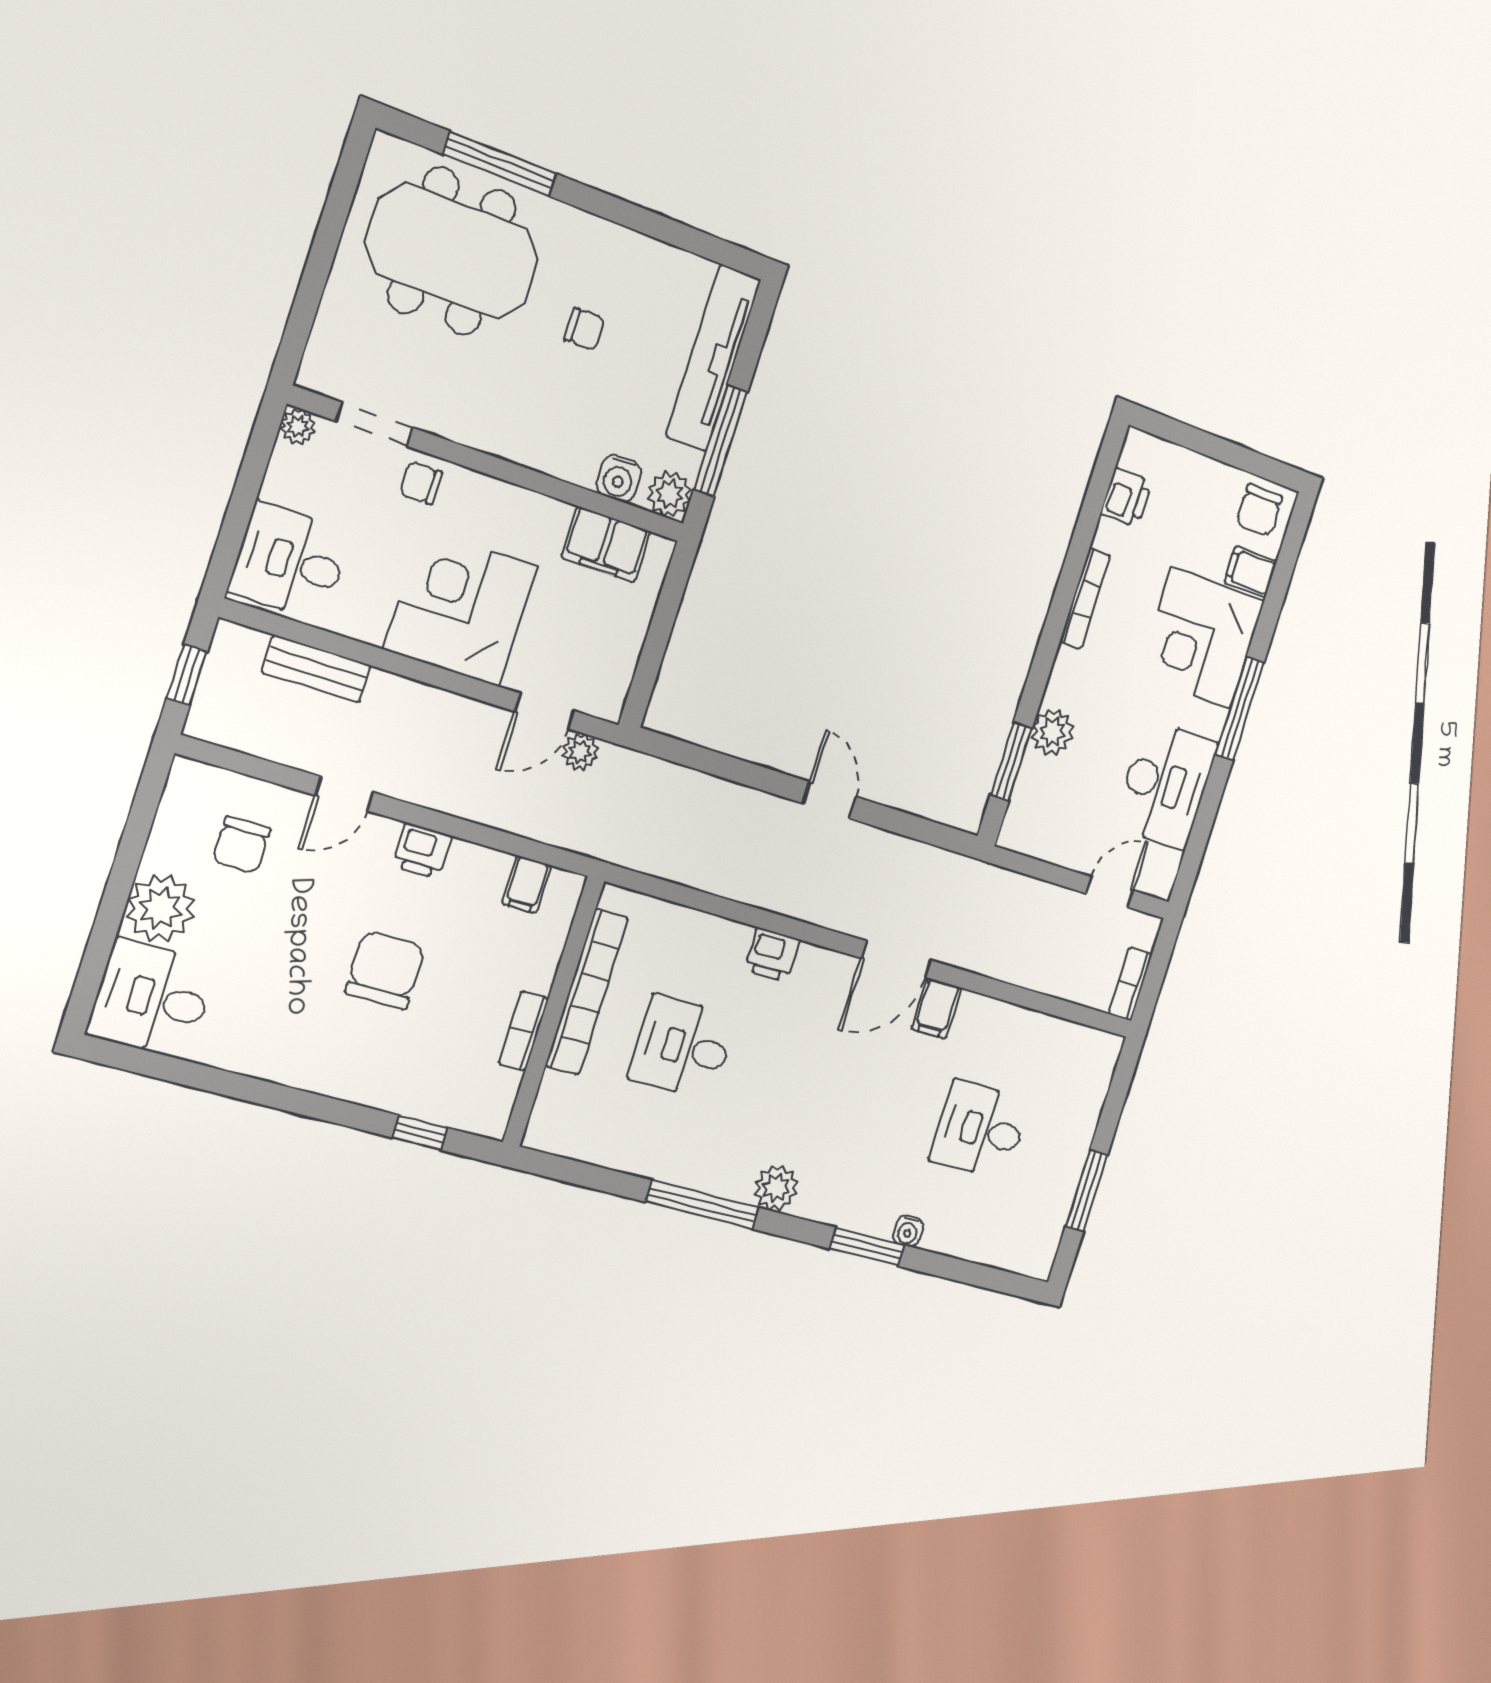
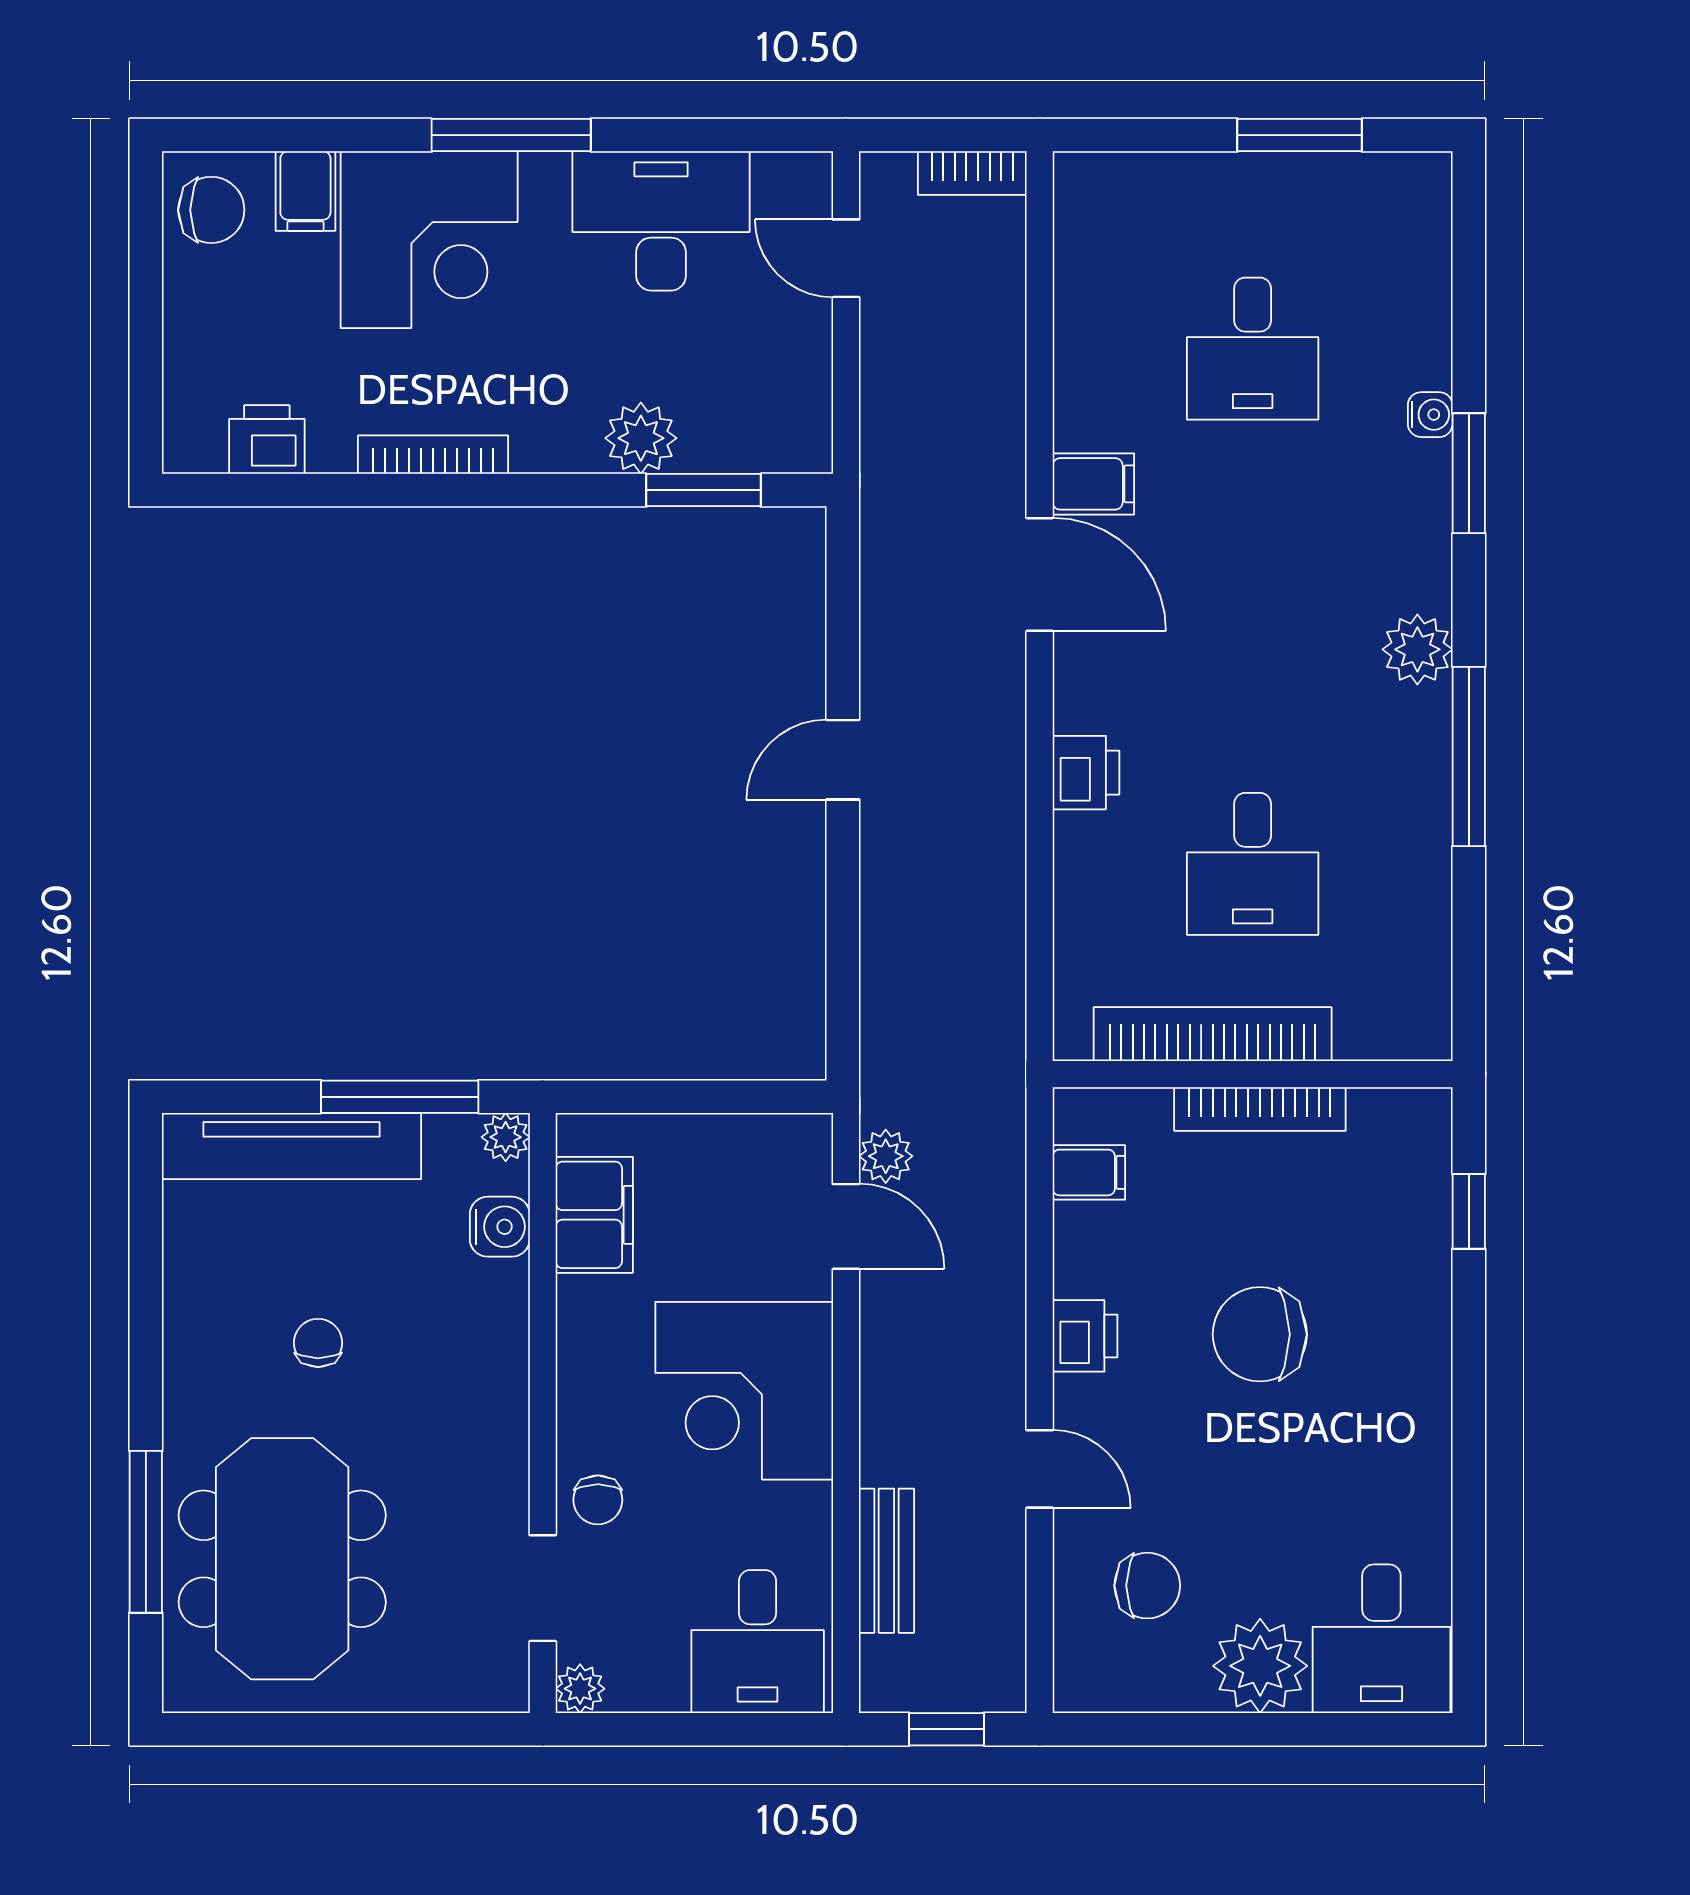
plant: (670, 494) -> (506, 1137), width x0.73, depth x0.73
bookcase: (524, 1031) -> (1260, 1109), width x1.56

